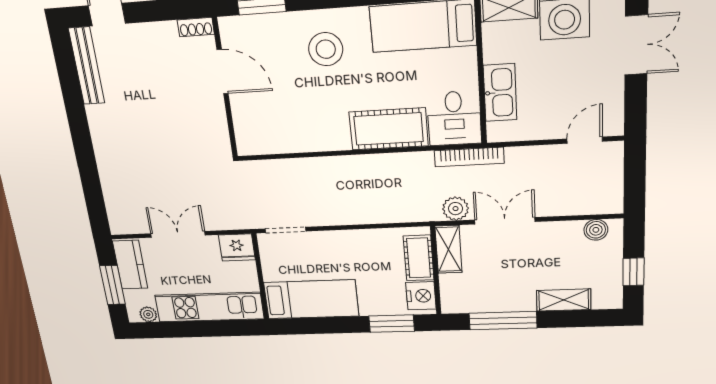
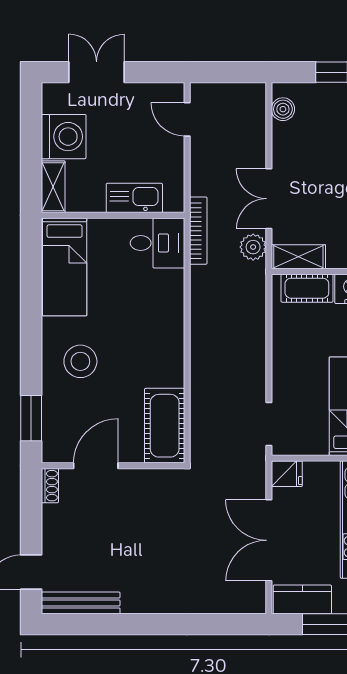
cot: (389, 129) -> (165, 426), moved
double door: (178, 234) -> (269, 540), width x1.37
fridge: (237, 247) -> (287, 474), width x0.72

